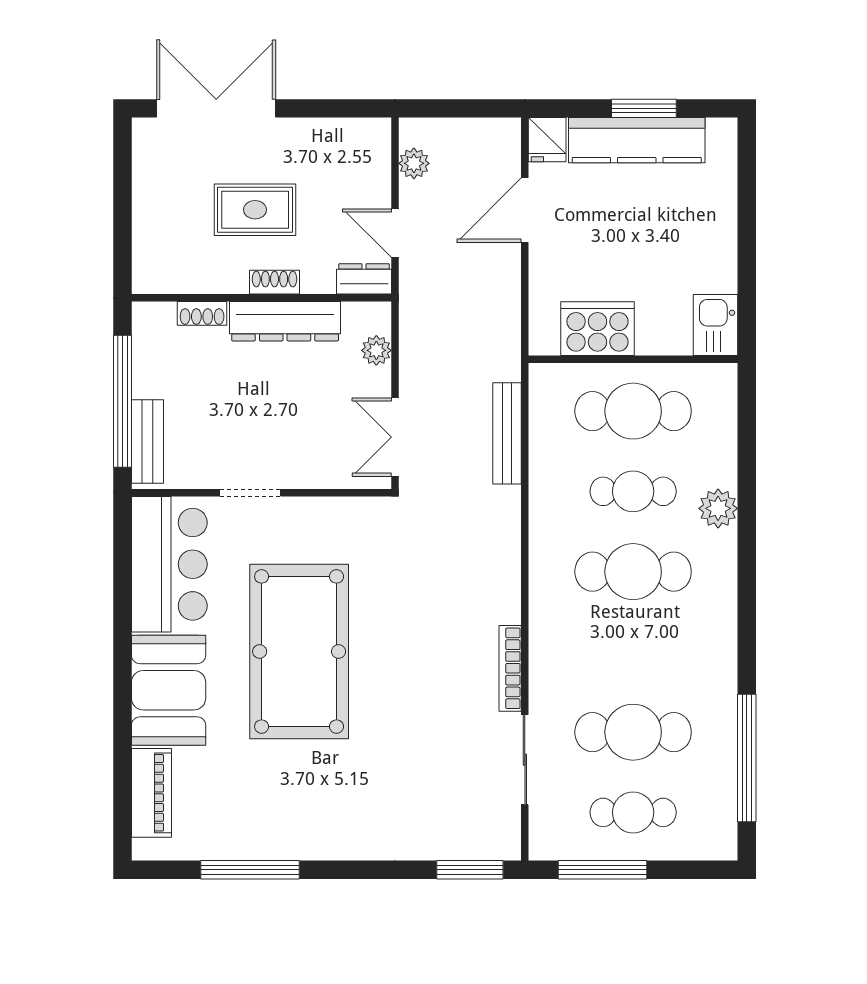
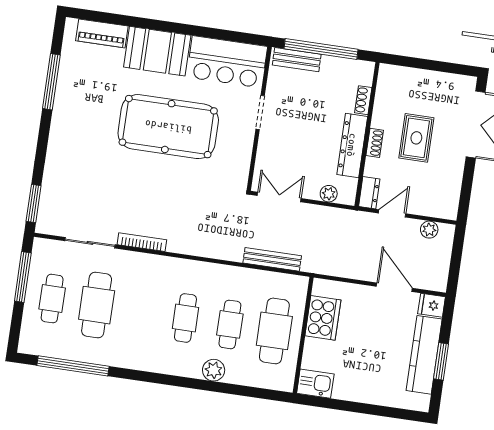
cafe table: (633, 572) -> (185, 318), width x0.73, depth x0.74

